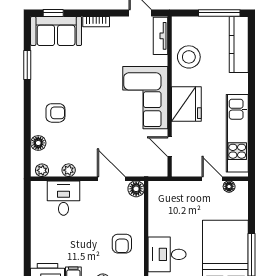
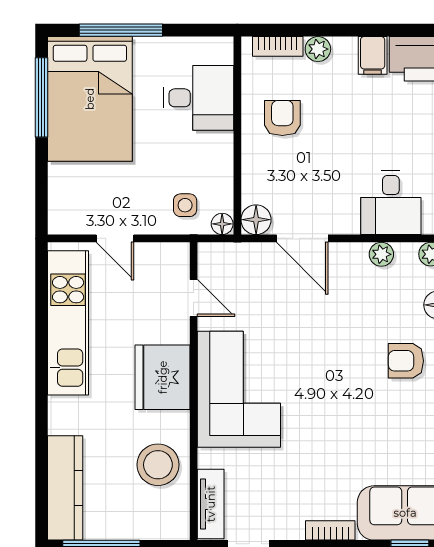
floor lamp: (229, 187) -> (222, 224), moved
side table: (174, 197) -> (185, 205), added

